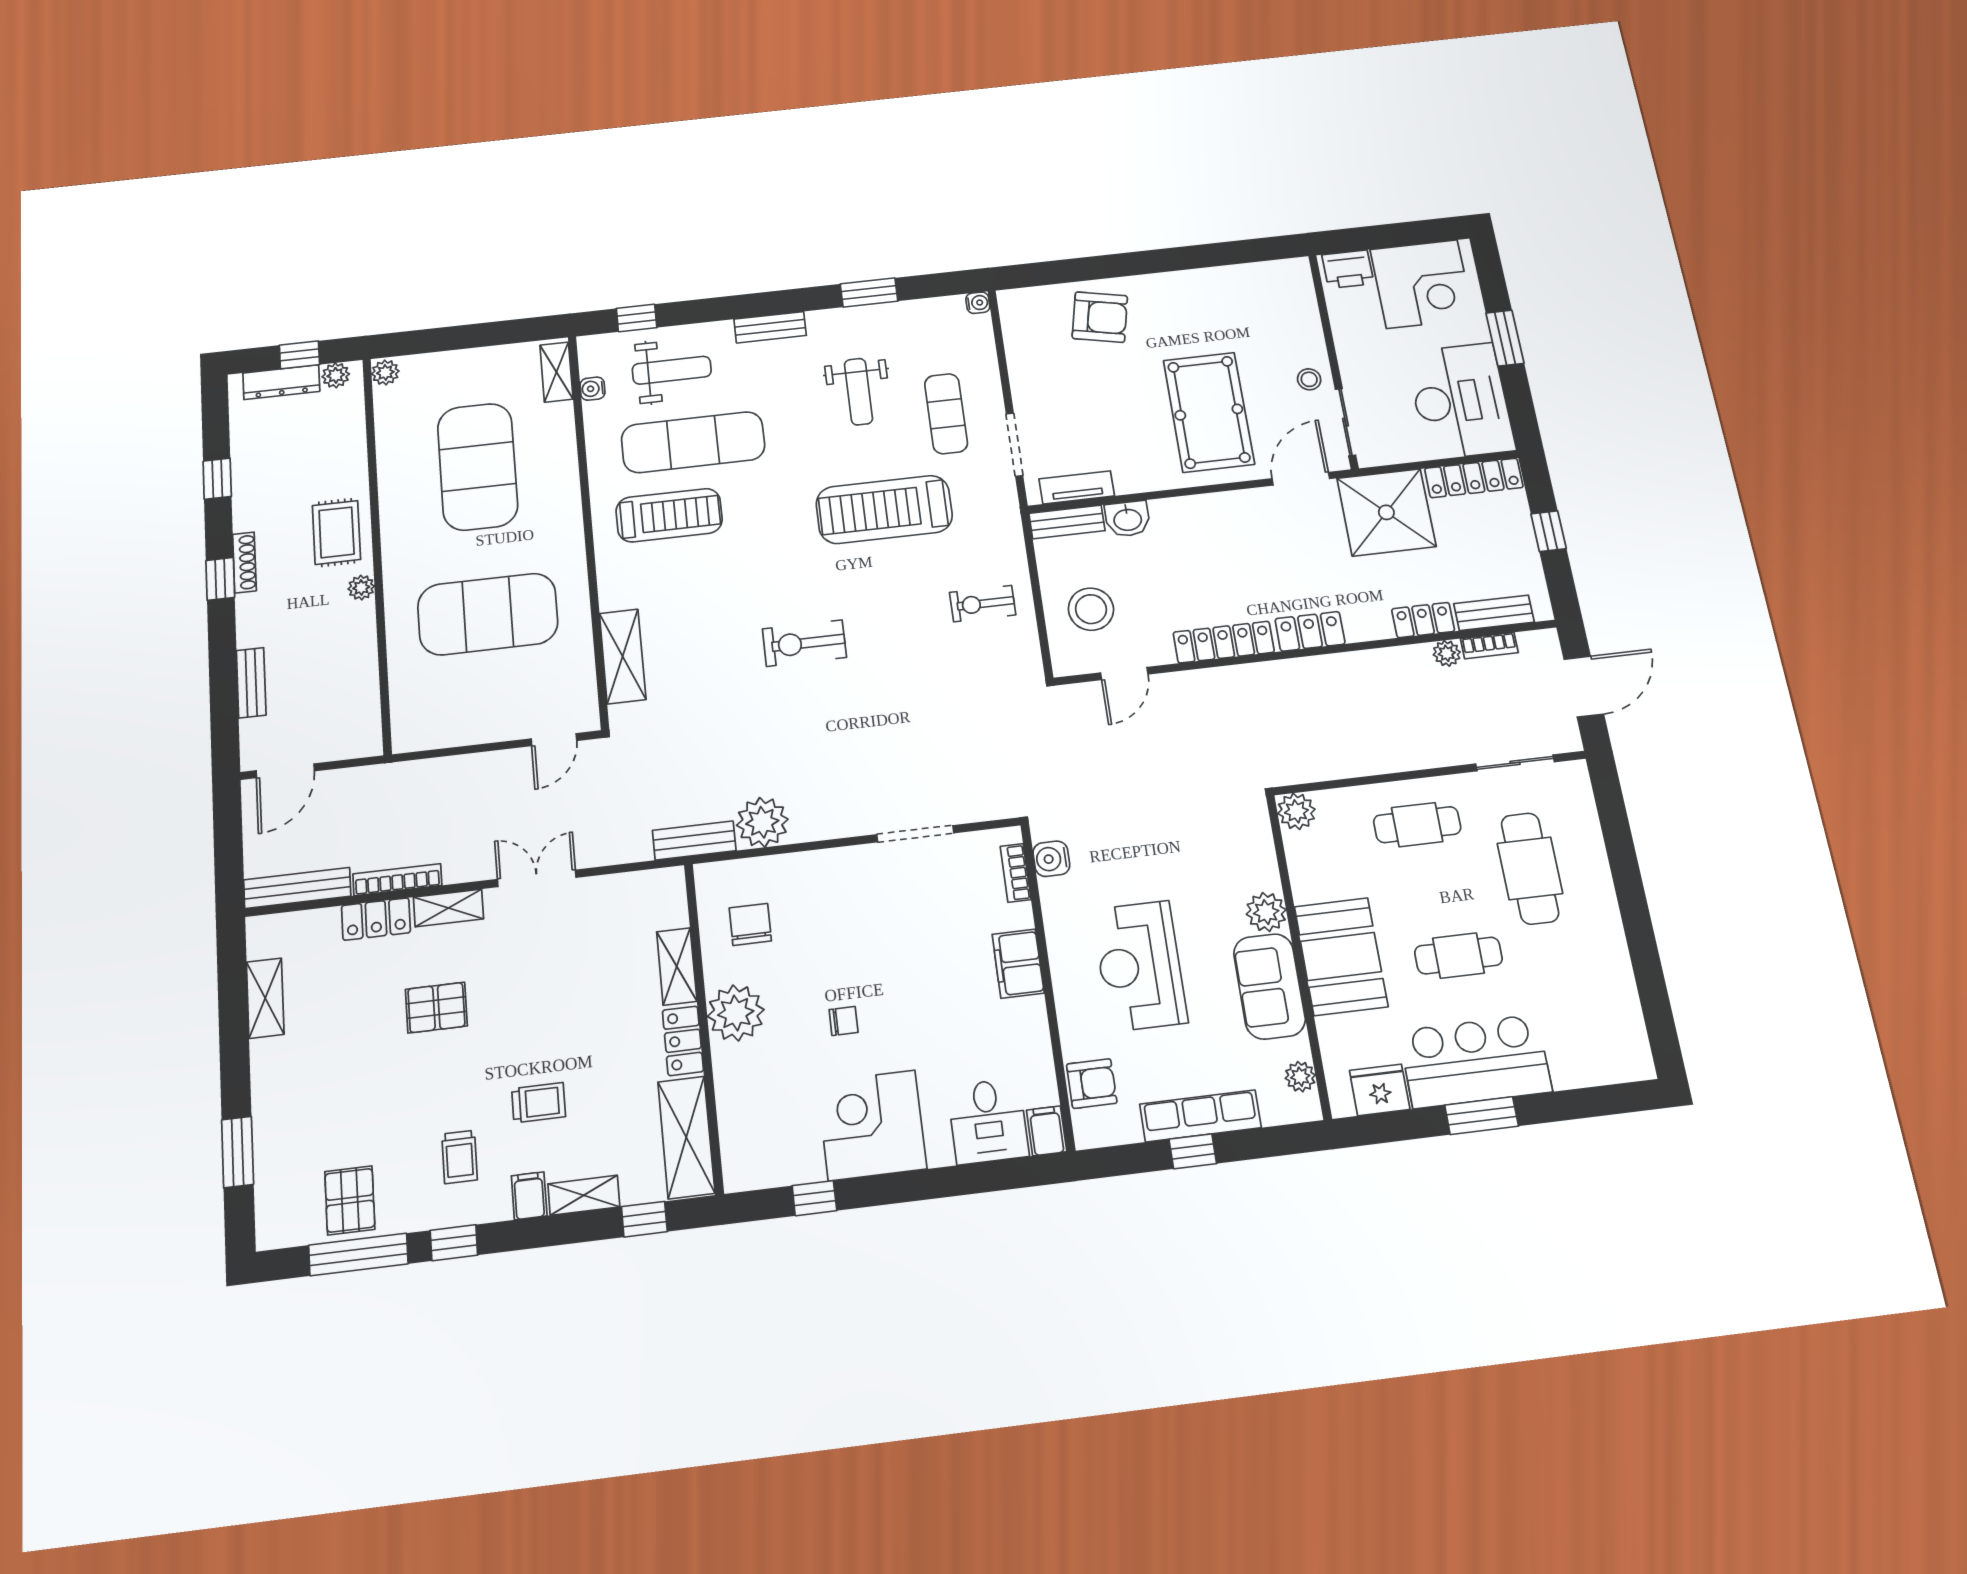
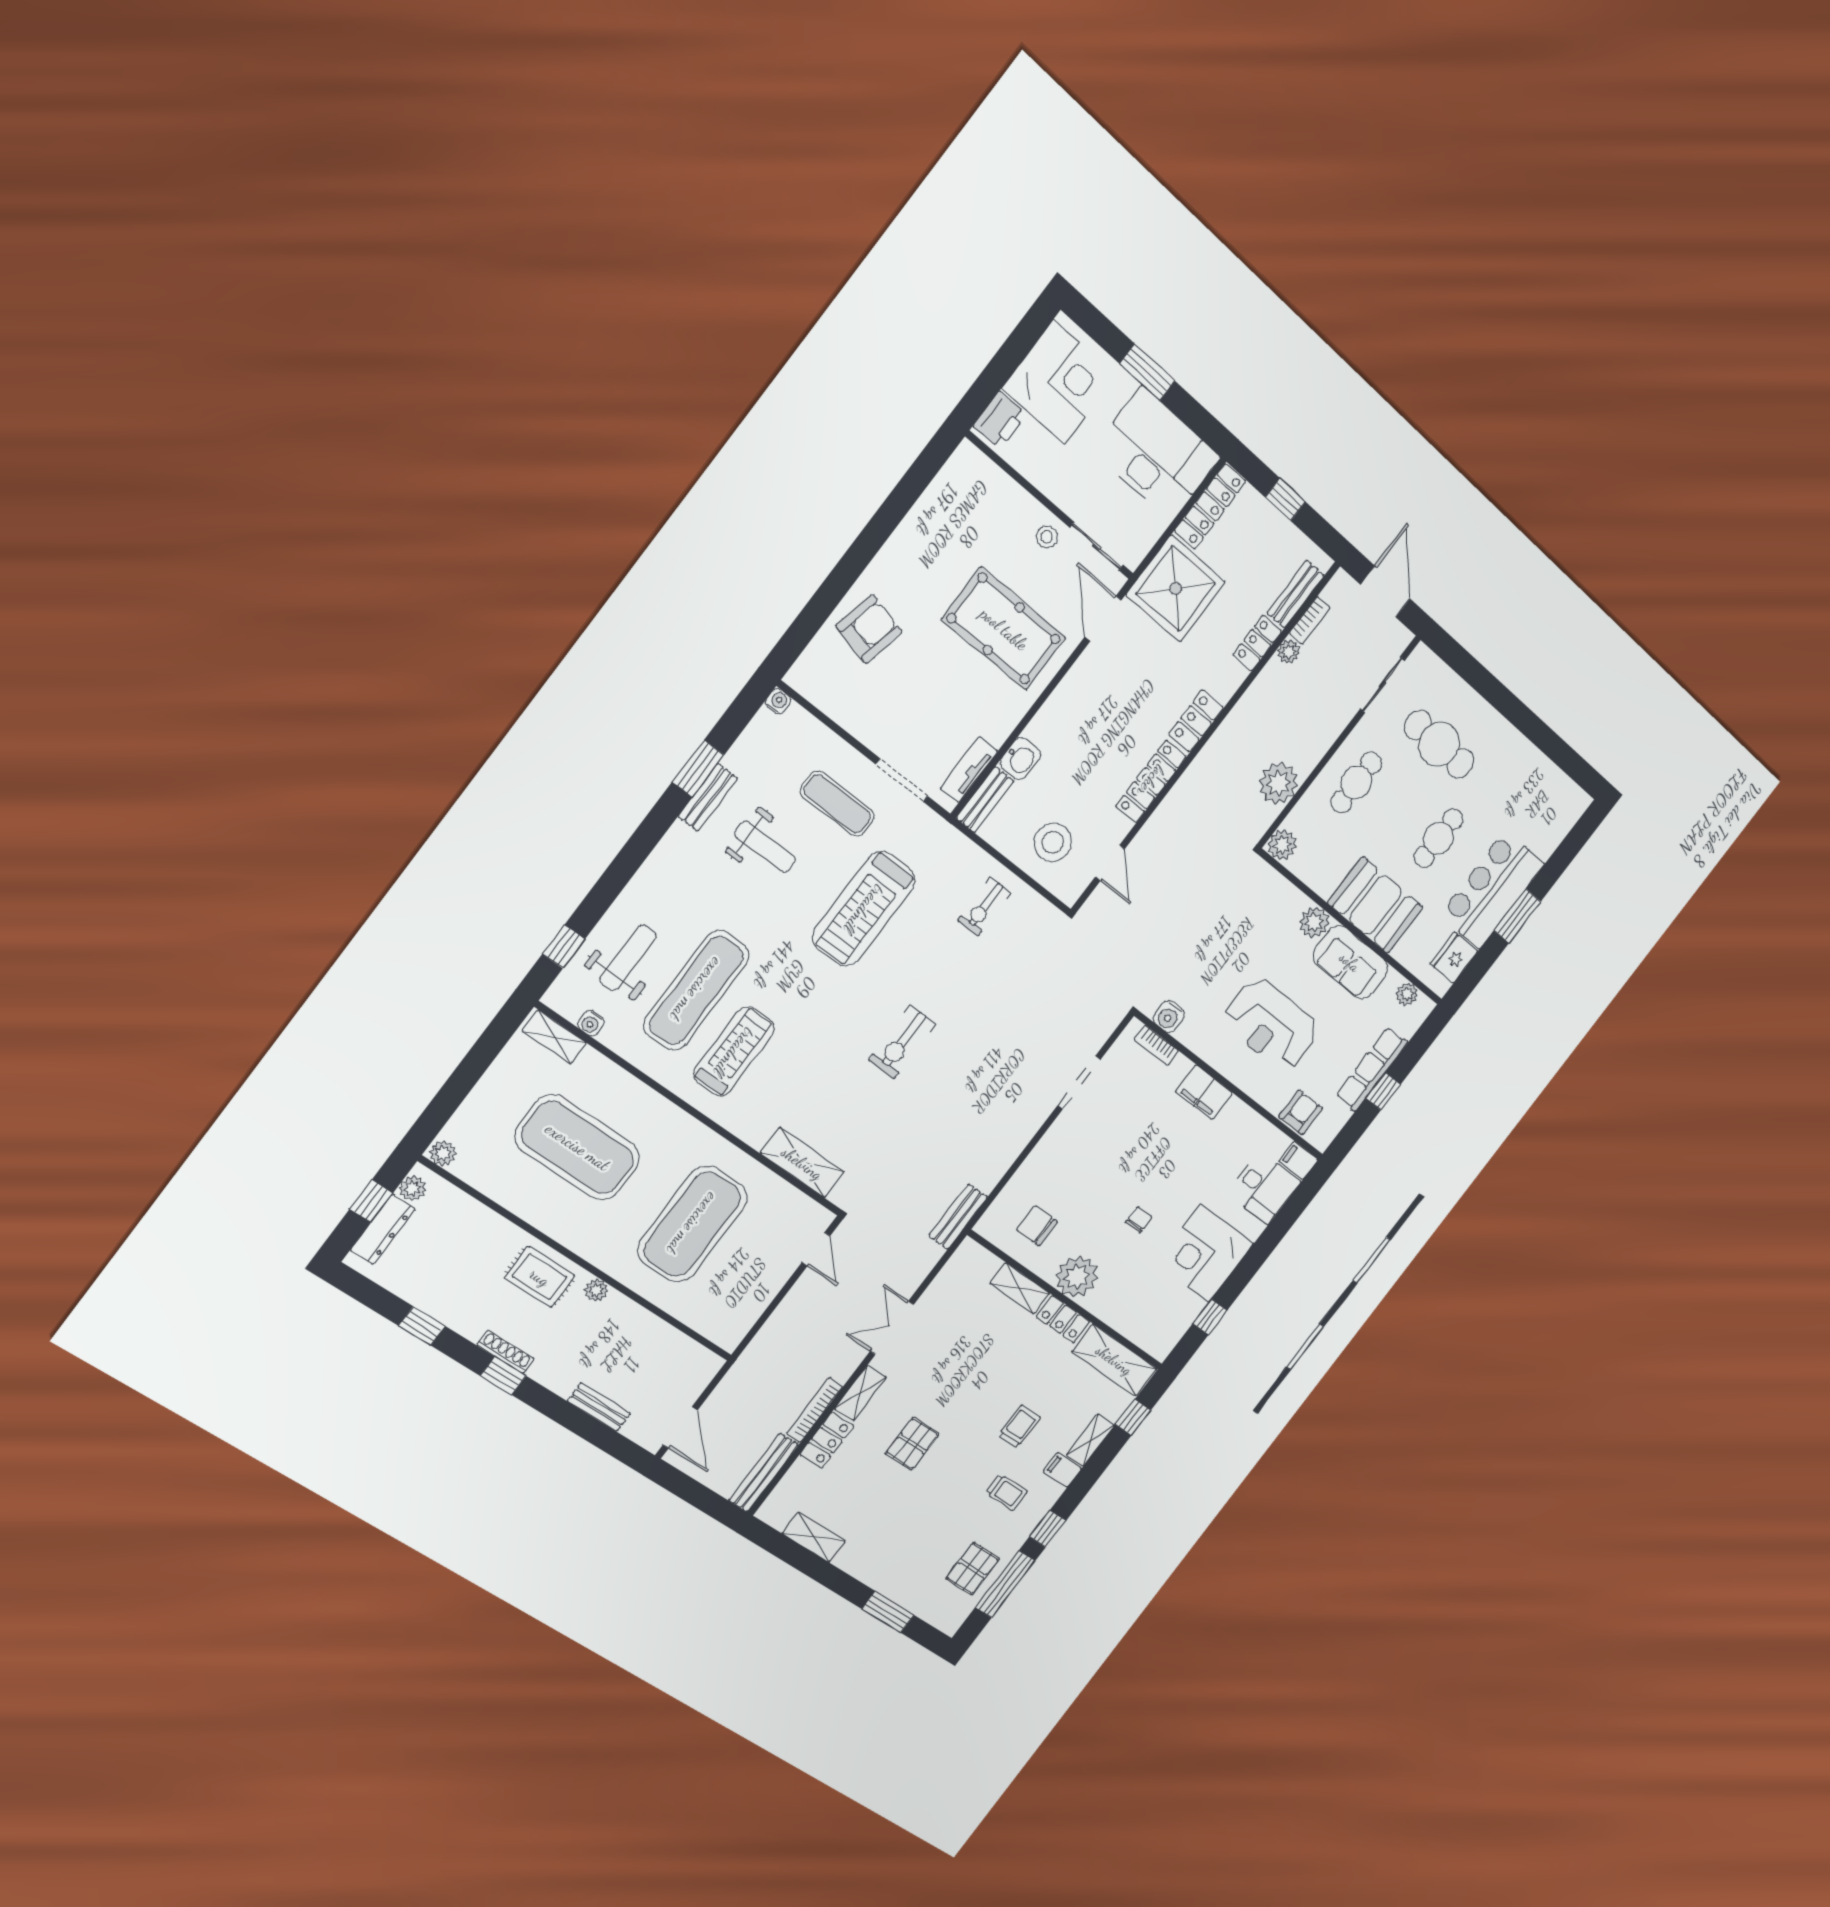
bench: (770, 327) -> (708, 797), moved
plant: (762, 822) -> (1278, 783), moved
pallet: (350, 1200) -> (973, 1569), turned 90

